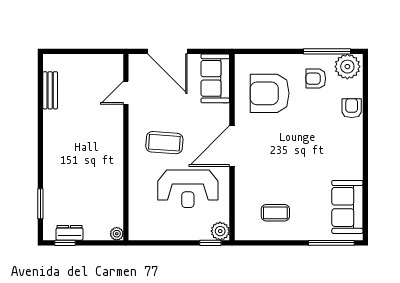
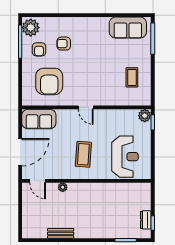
bench: (50, 90) -> (61, 233), moved
door: (126, 93) -> (38, 181), moved
armchair: (352, 108) -> (64, 44), moved
door: (232, 146) -> (86, 107), width x0.53
reception desk: (188, 189) -> (125, 157), moved
plant: (117, 234) -> (63, 187), moved

